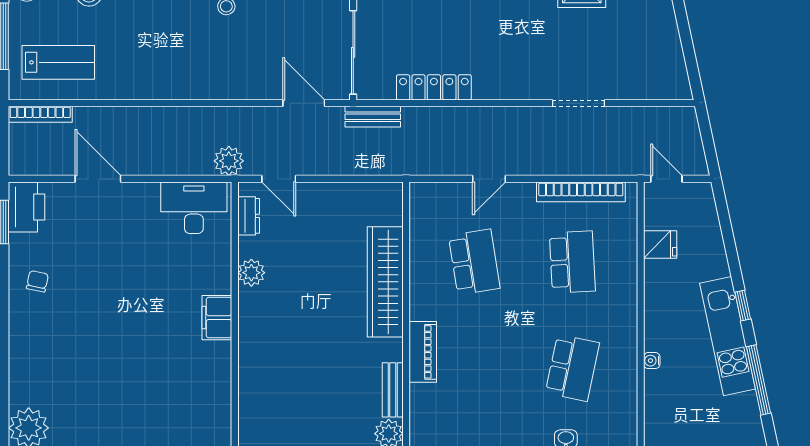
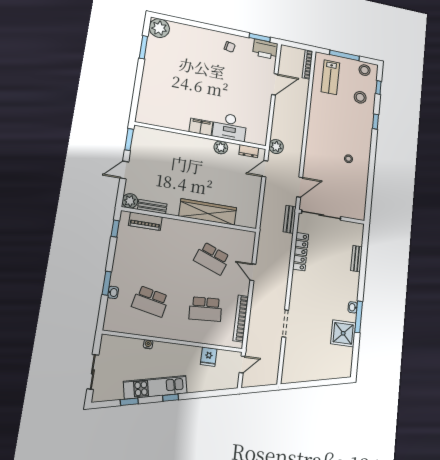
desk: (194, 208) -> (230, 127), moved, turned 90
school desk: (474, 262) -> (212, 258), turned 30
piano: (423, 352) -> (145, 221), moved
window: (759, 380) -> (129, 402), width x0.46

